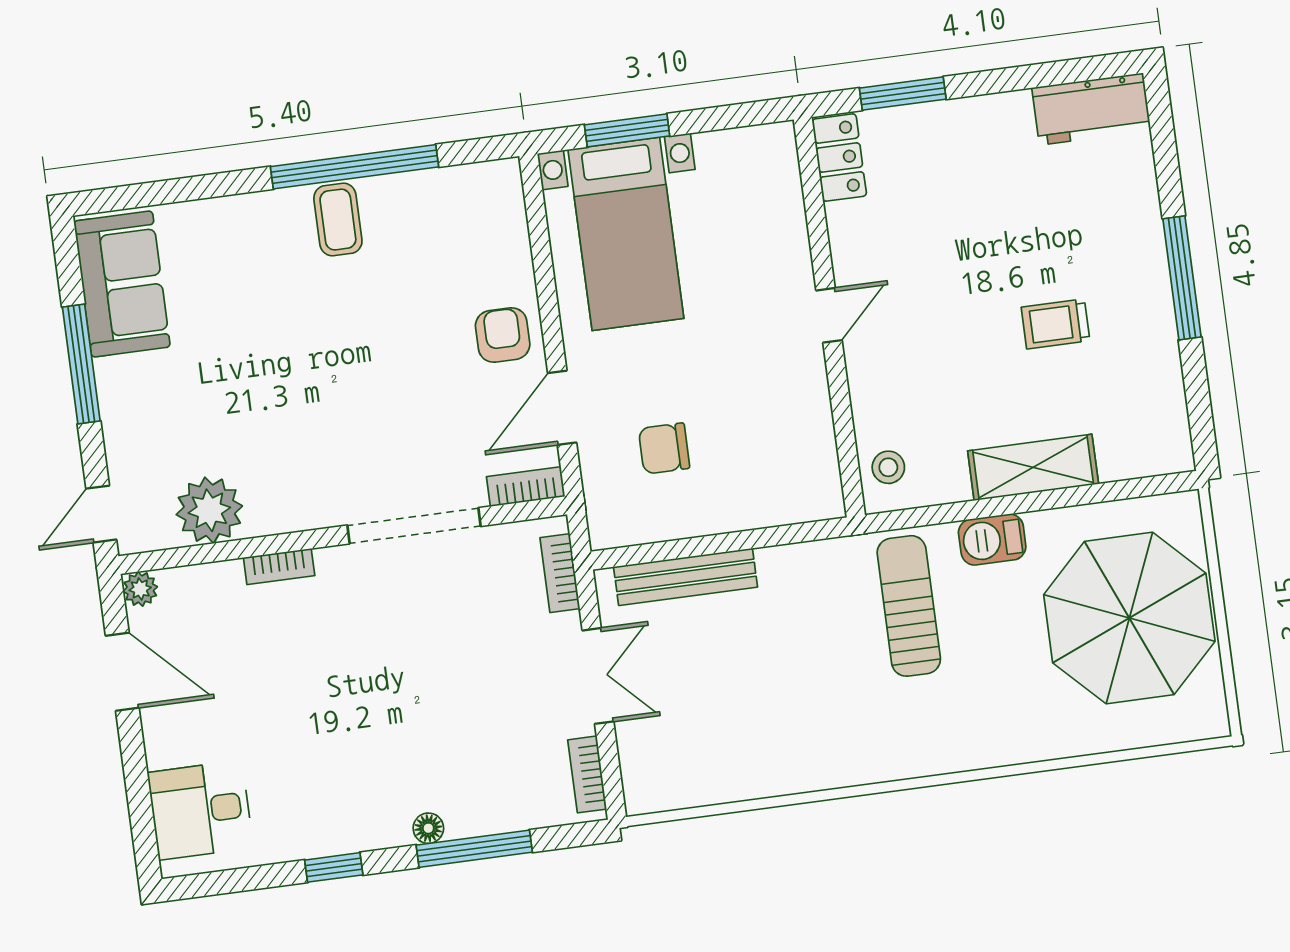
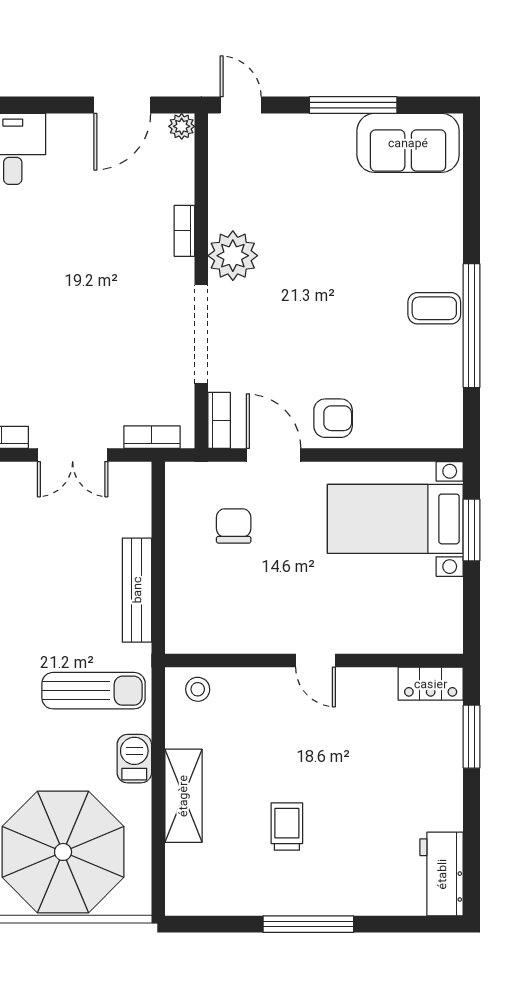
plant: (209, 510) -> (233, 256), moved
bench: (686, 577) -> (137, 590), moved

